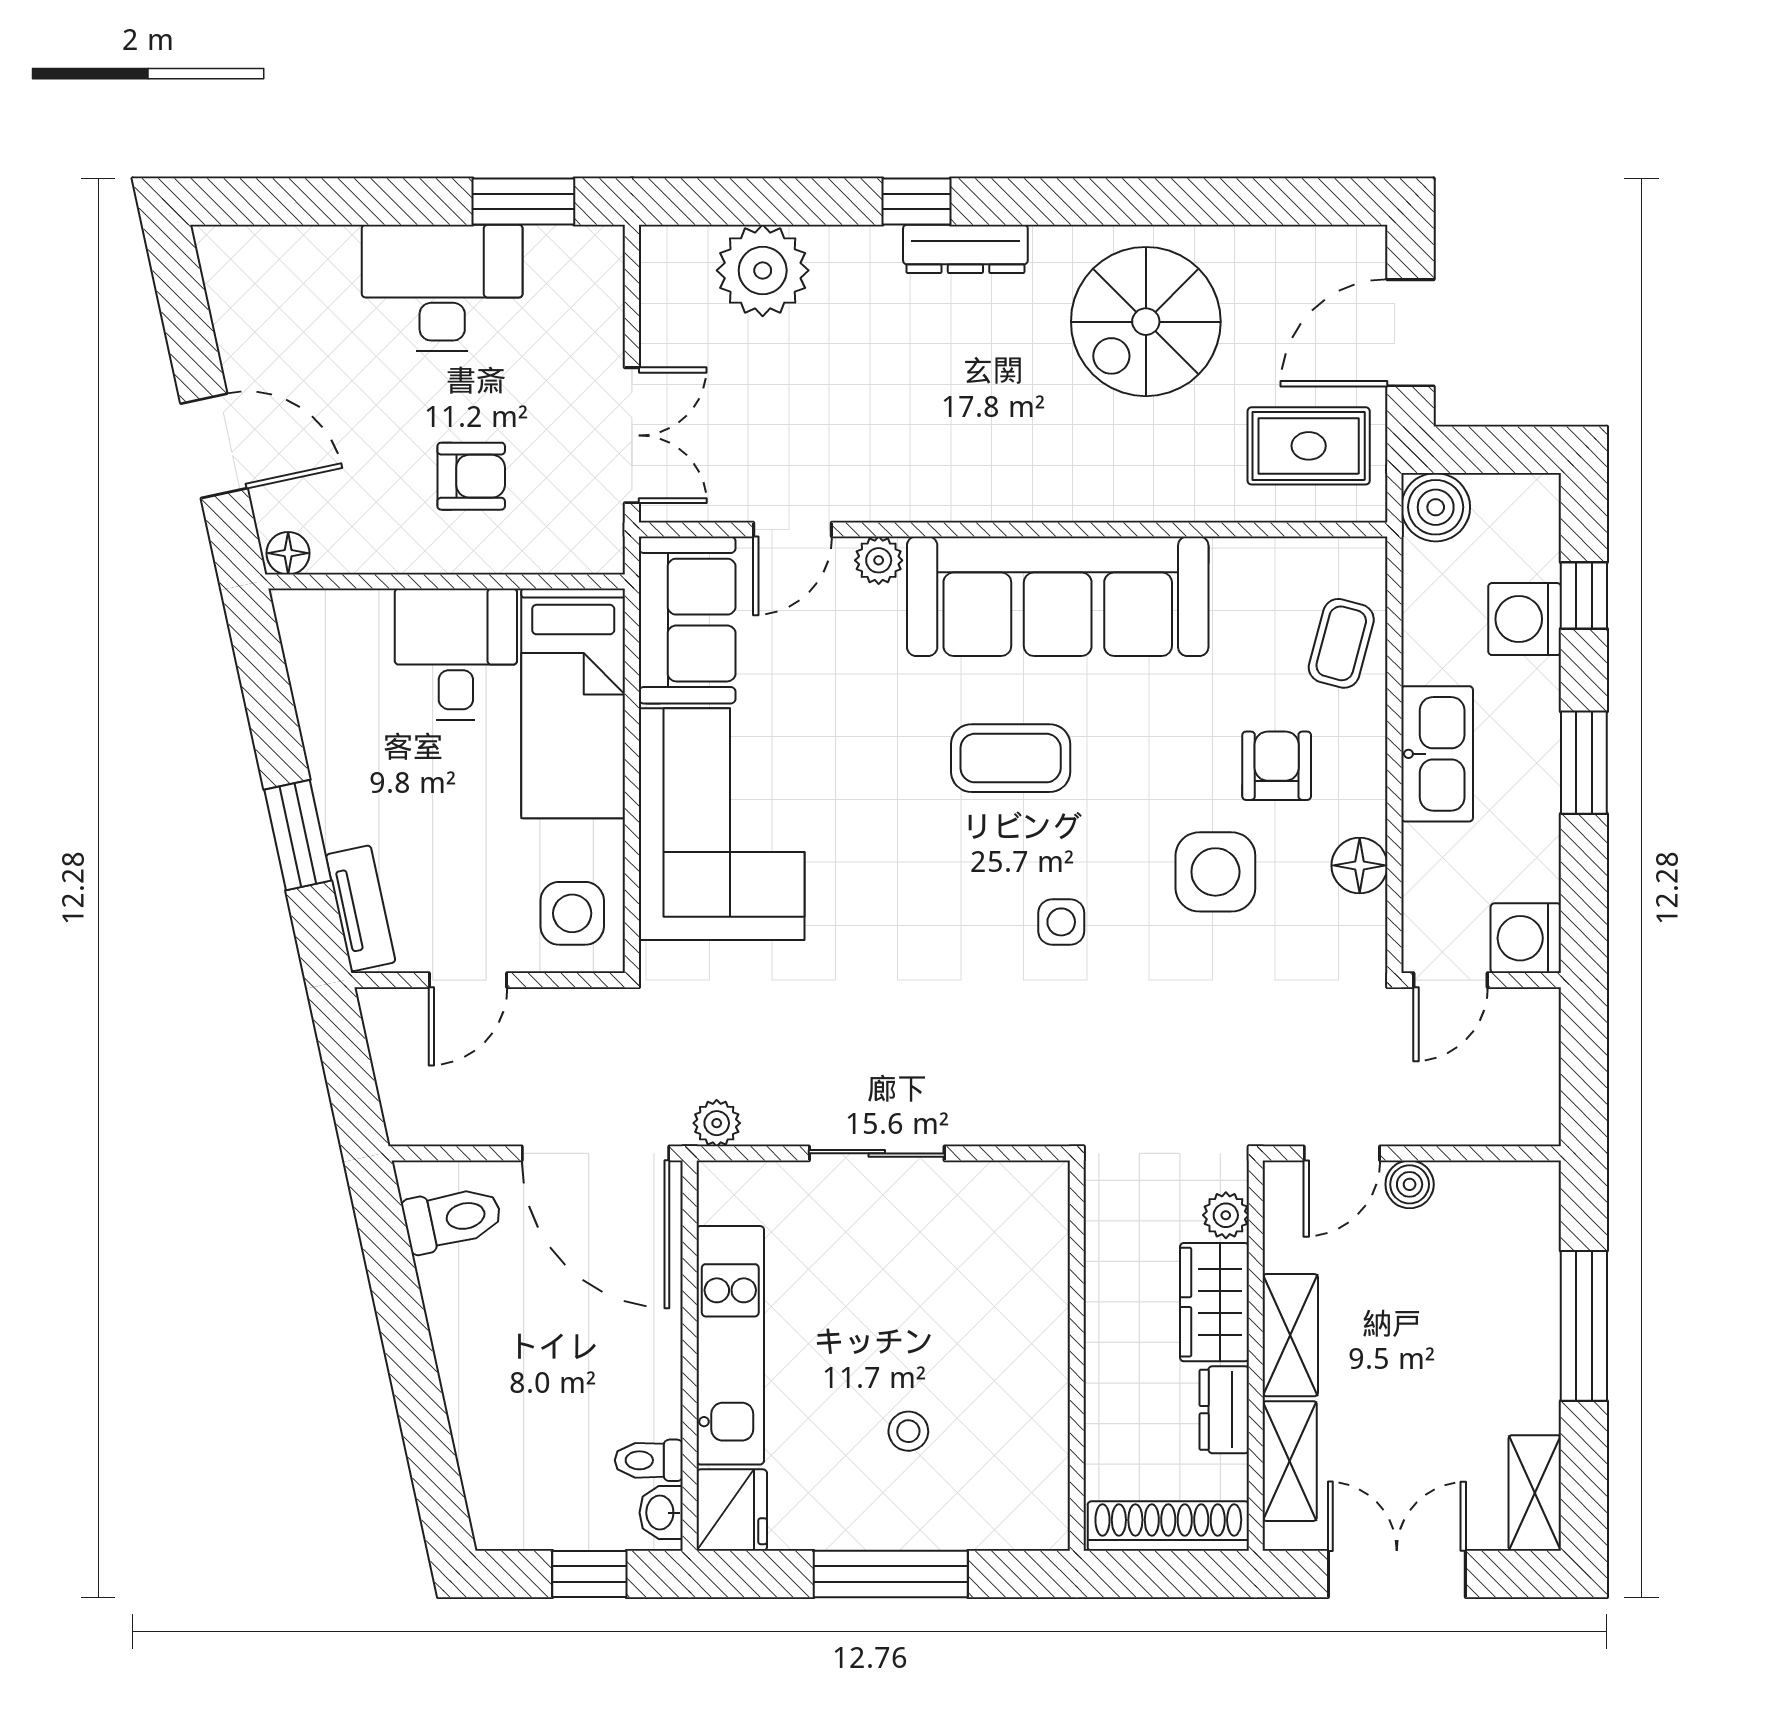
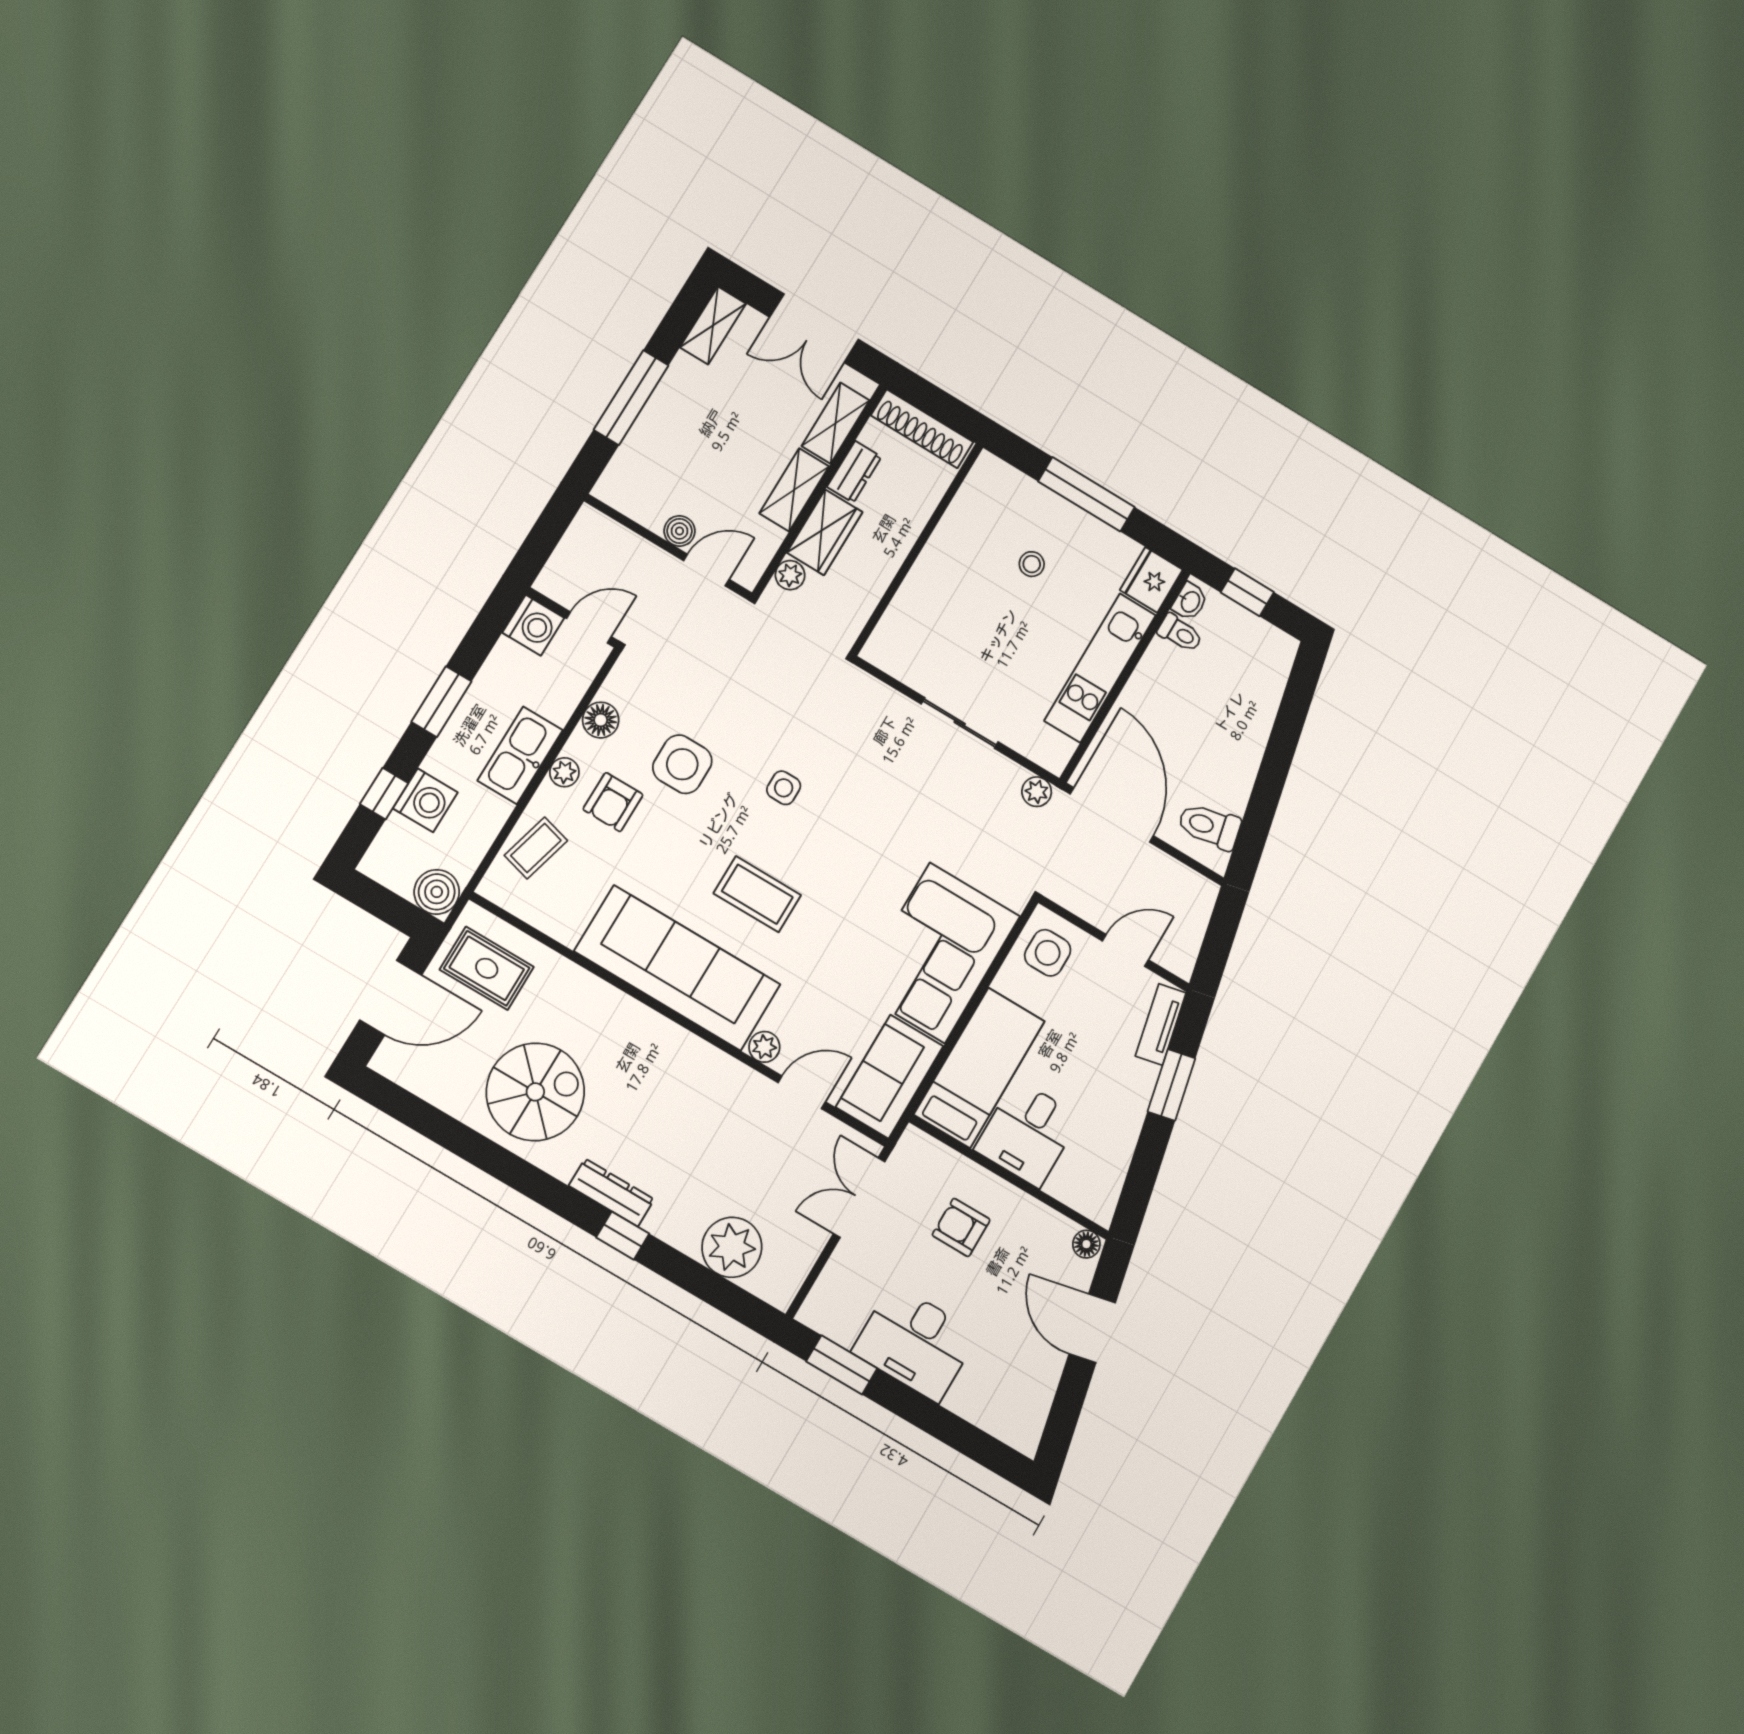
plant: (1365, 767) -> (564, 772), added

